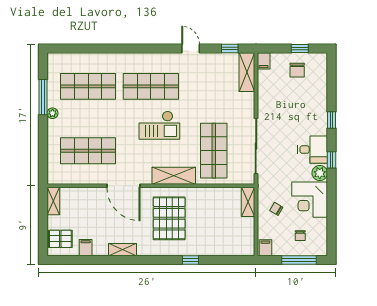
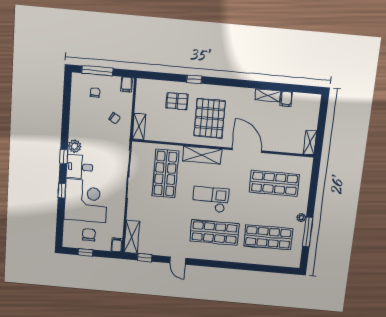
corner desk: (310, 200) -> (86, 201), moved, width x1.36, depth x1.36
pallet: (60, 239) -> (177, 101), moved
shelving: (123, 250) -> (268, 95), moved

